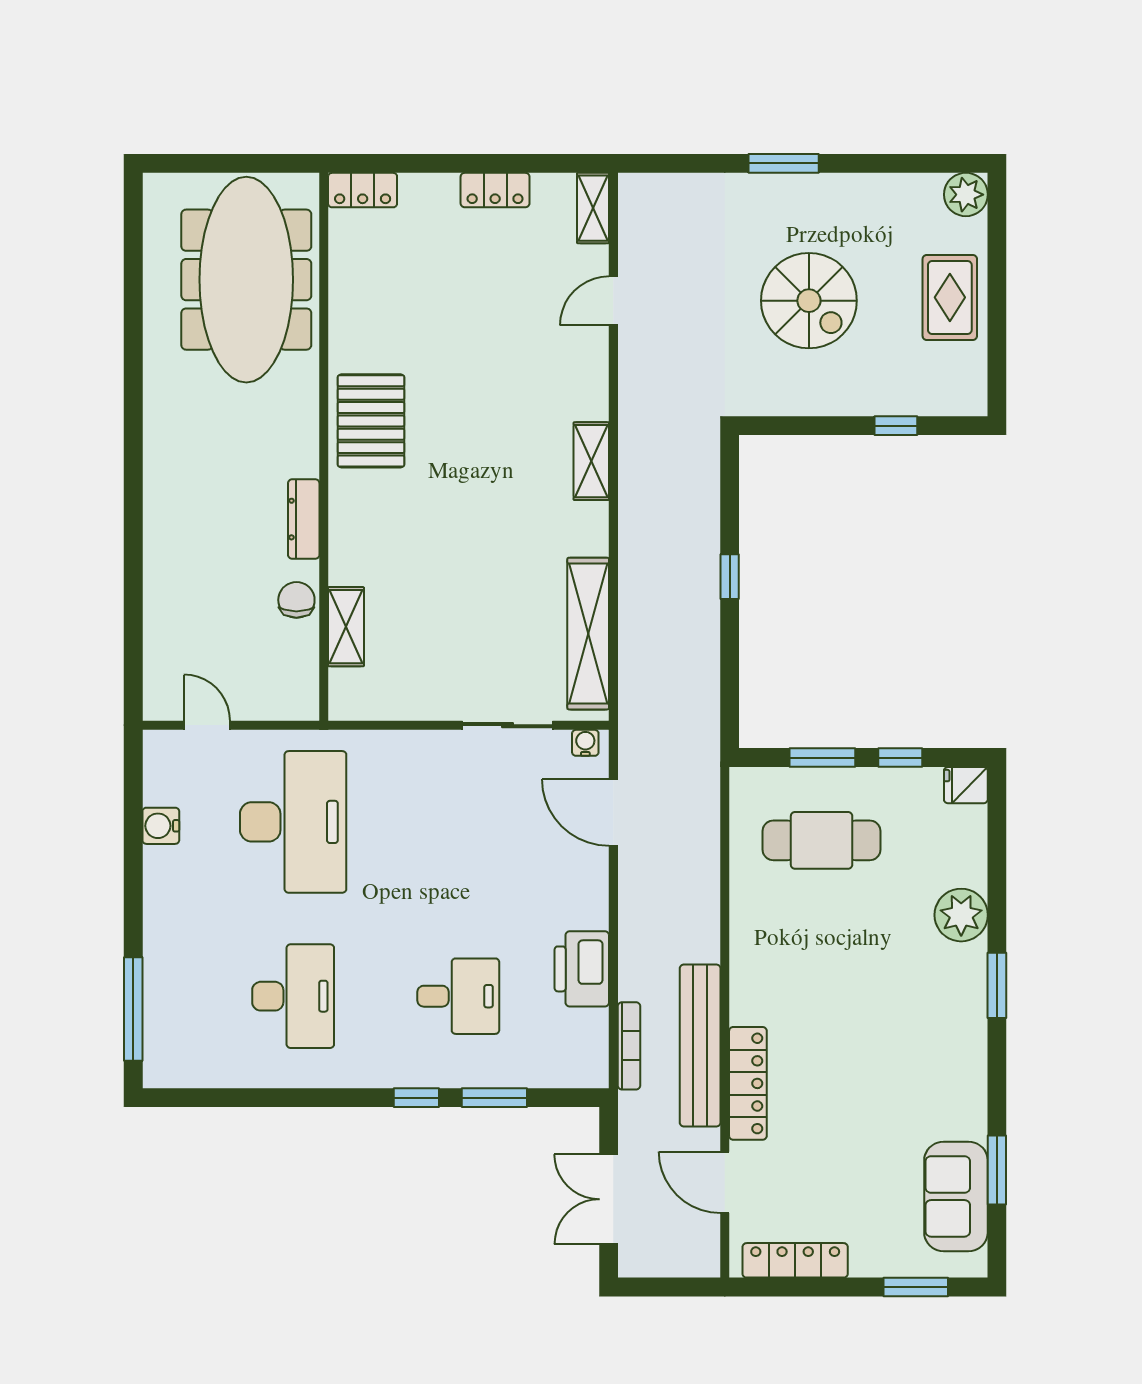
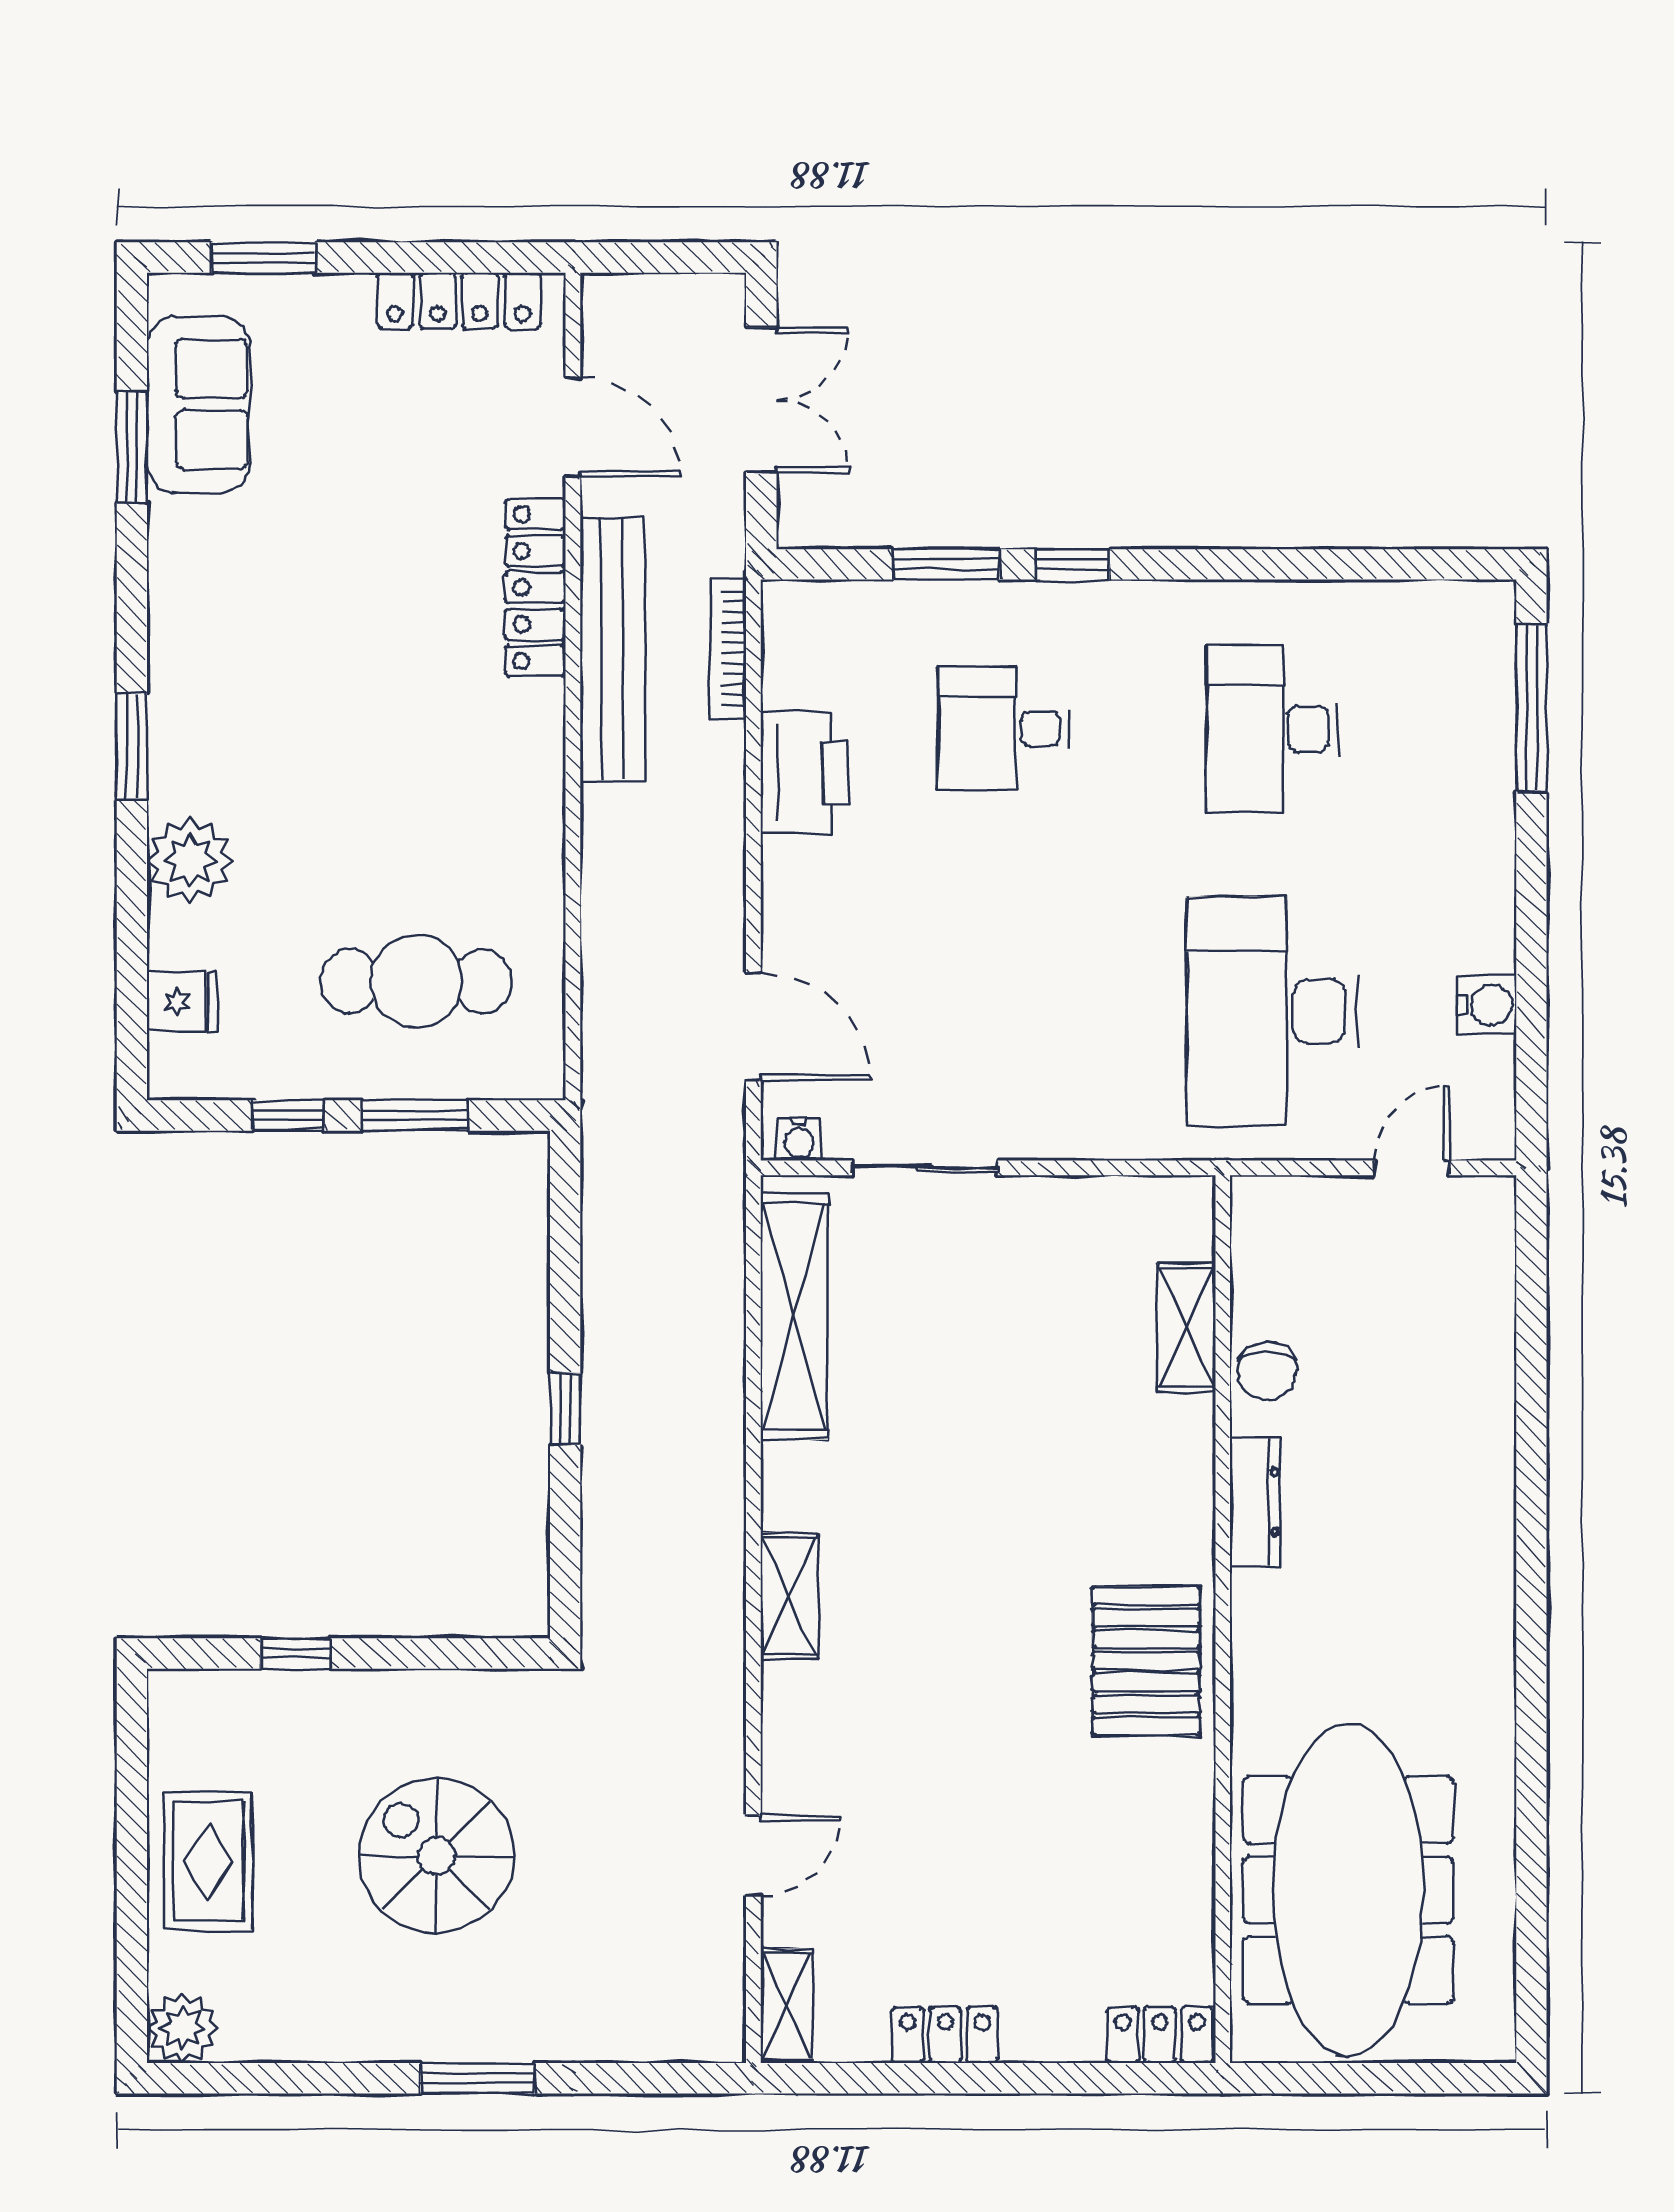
door: (207, 725) -> (1412, 1168), swing flipped
fridge: (966, 785) -> (182, 1001), moved

